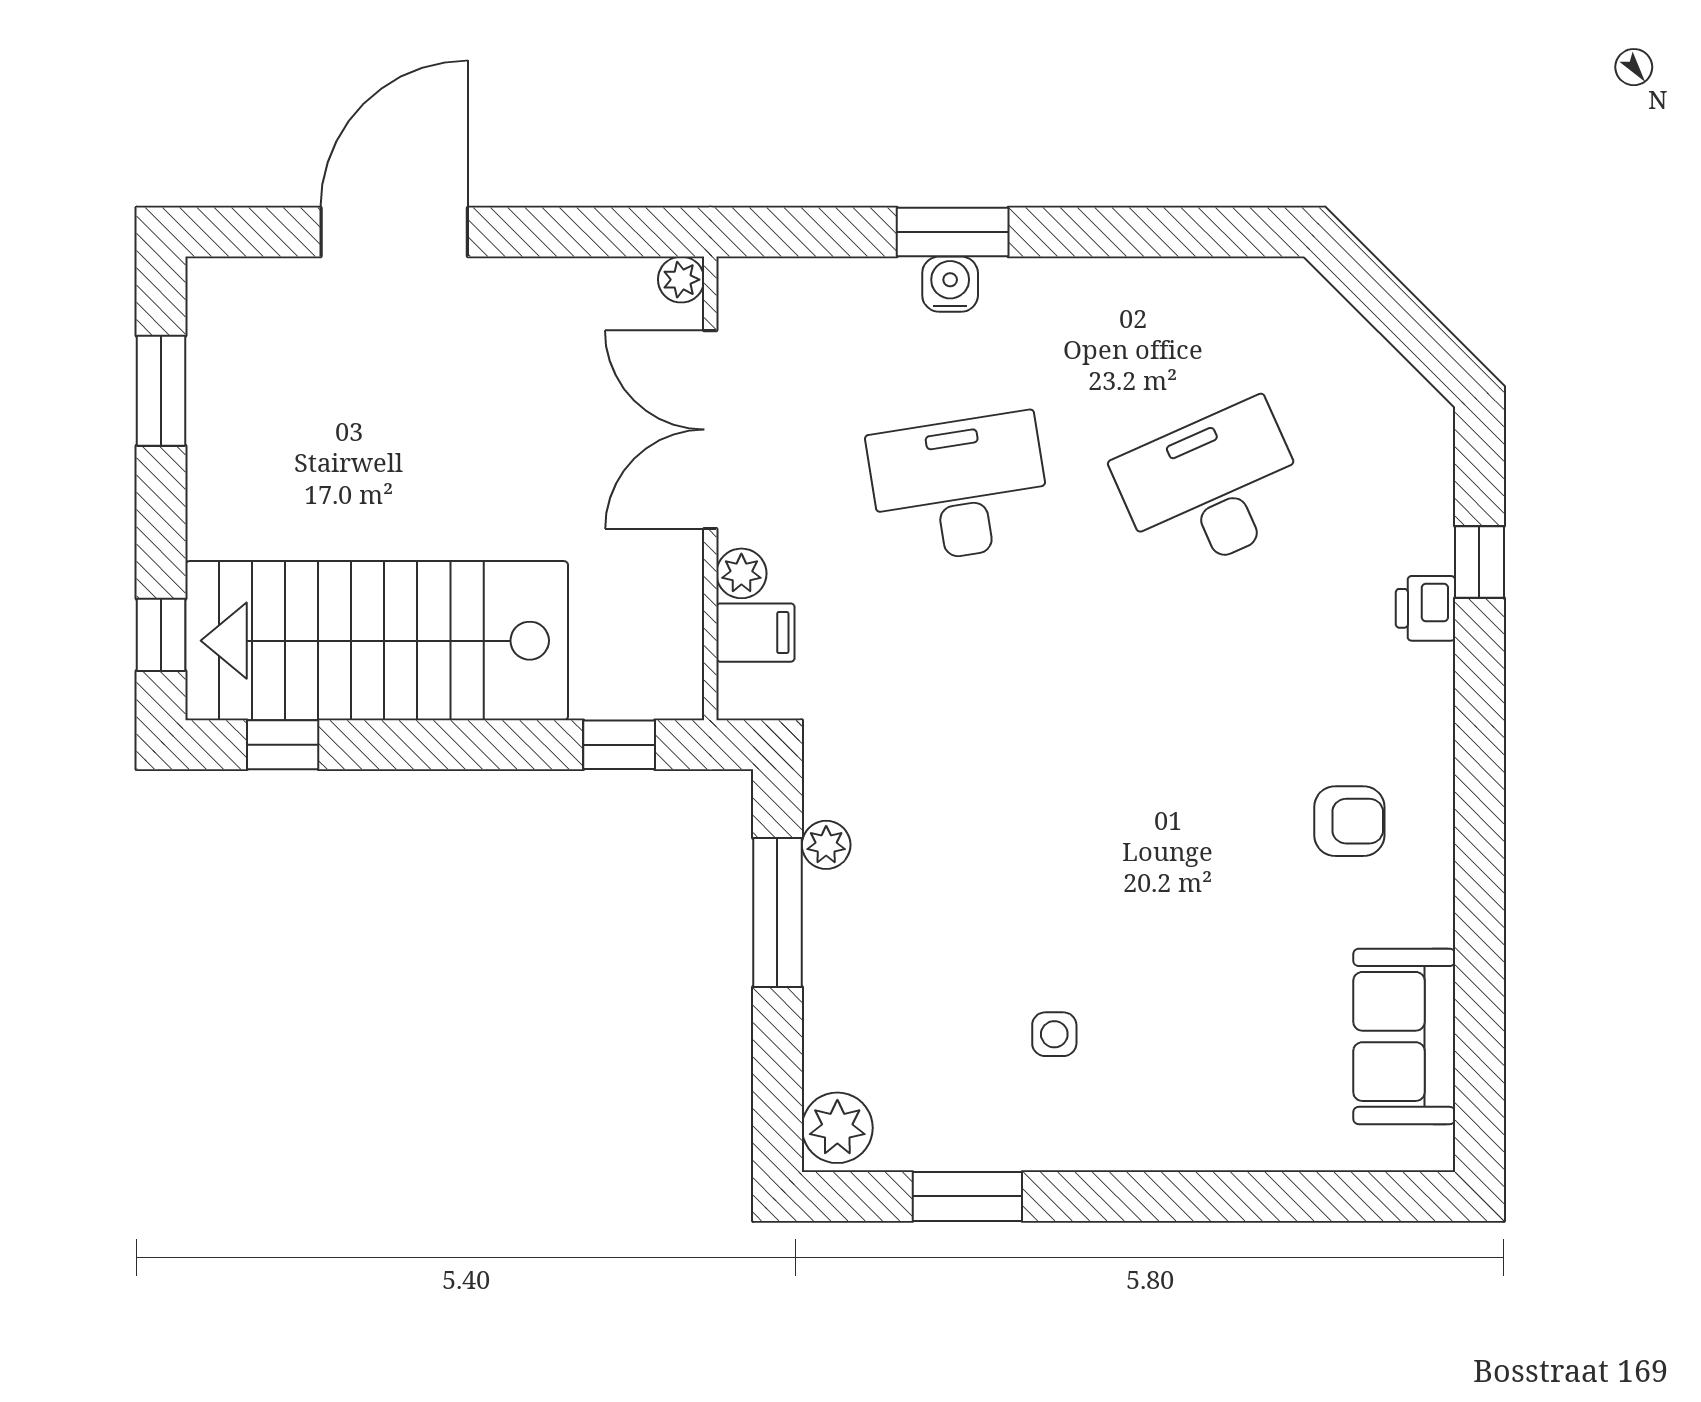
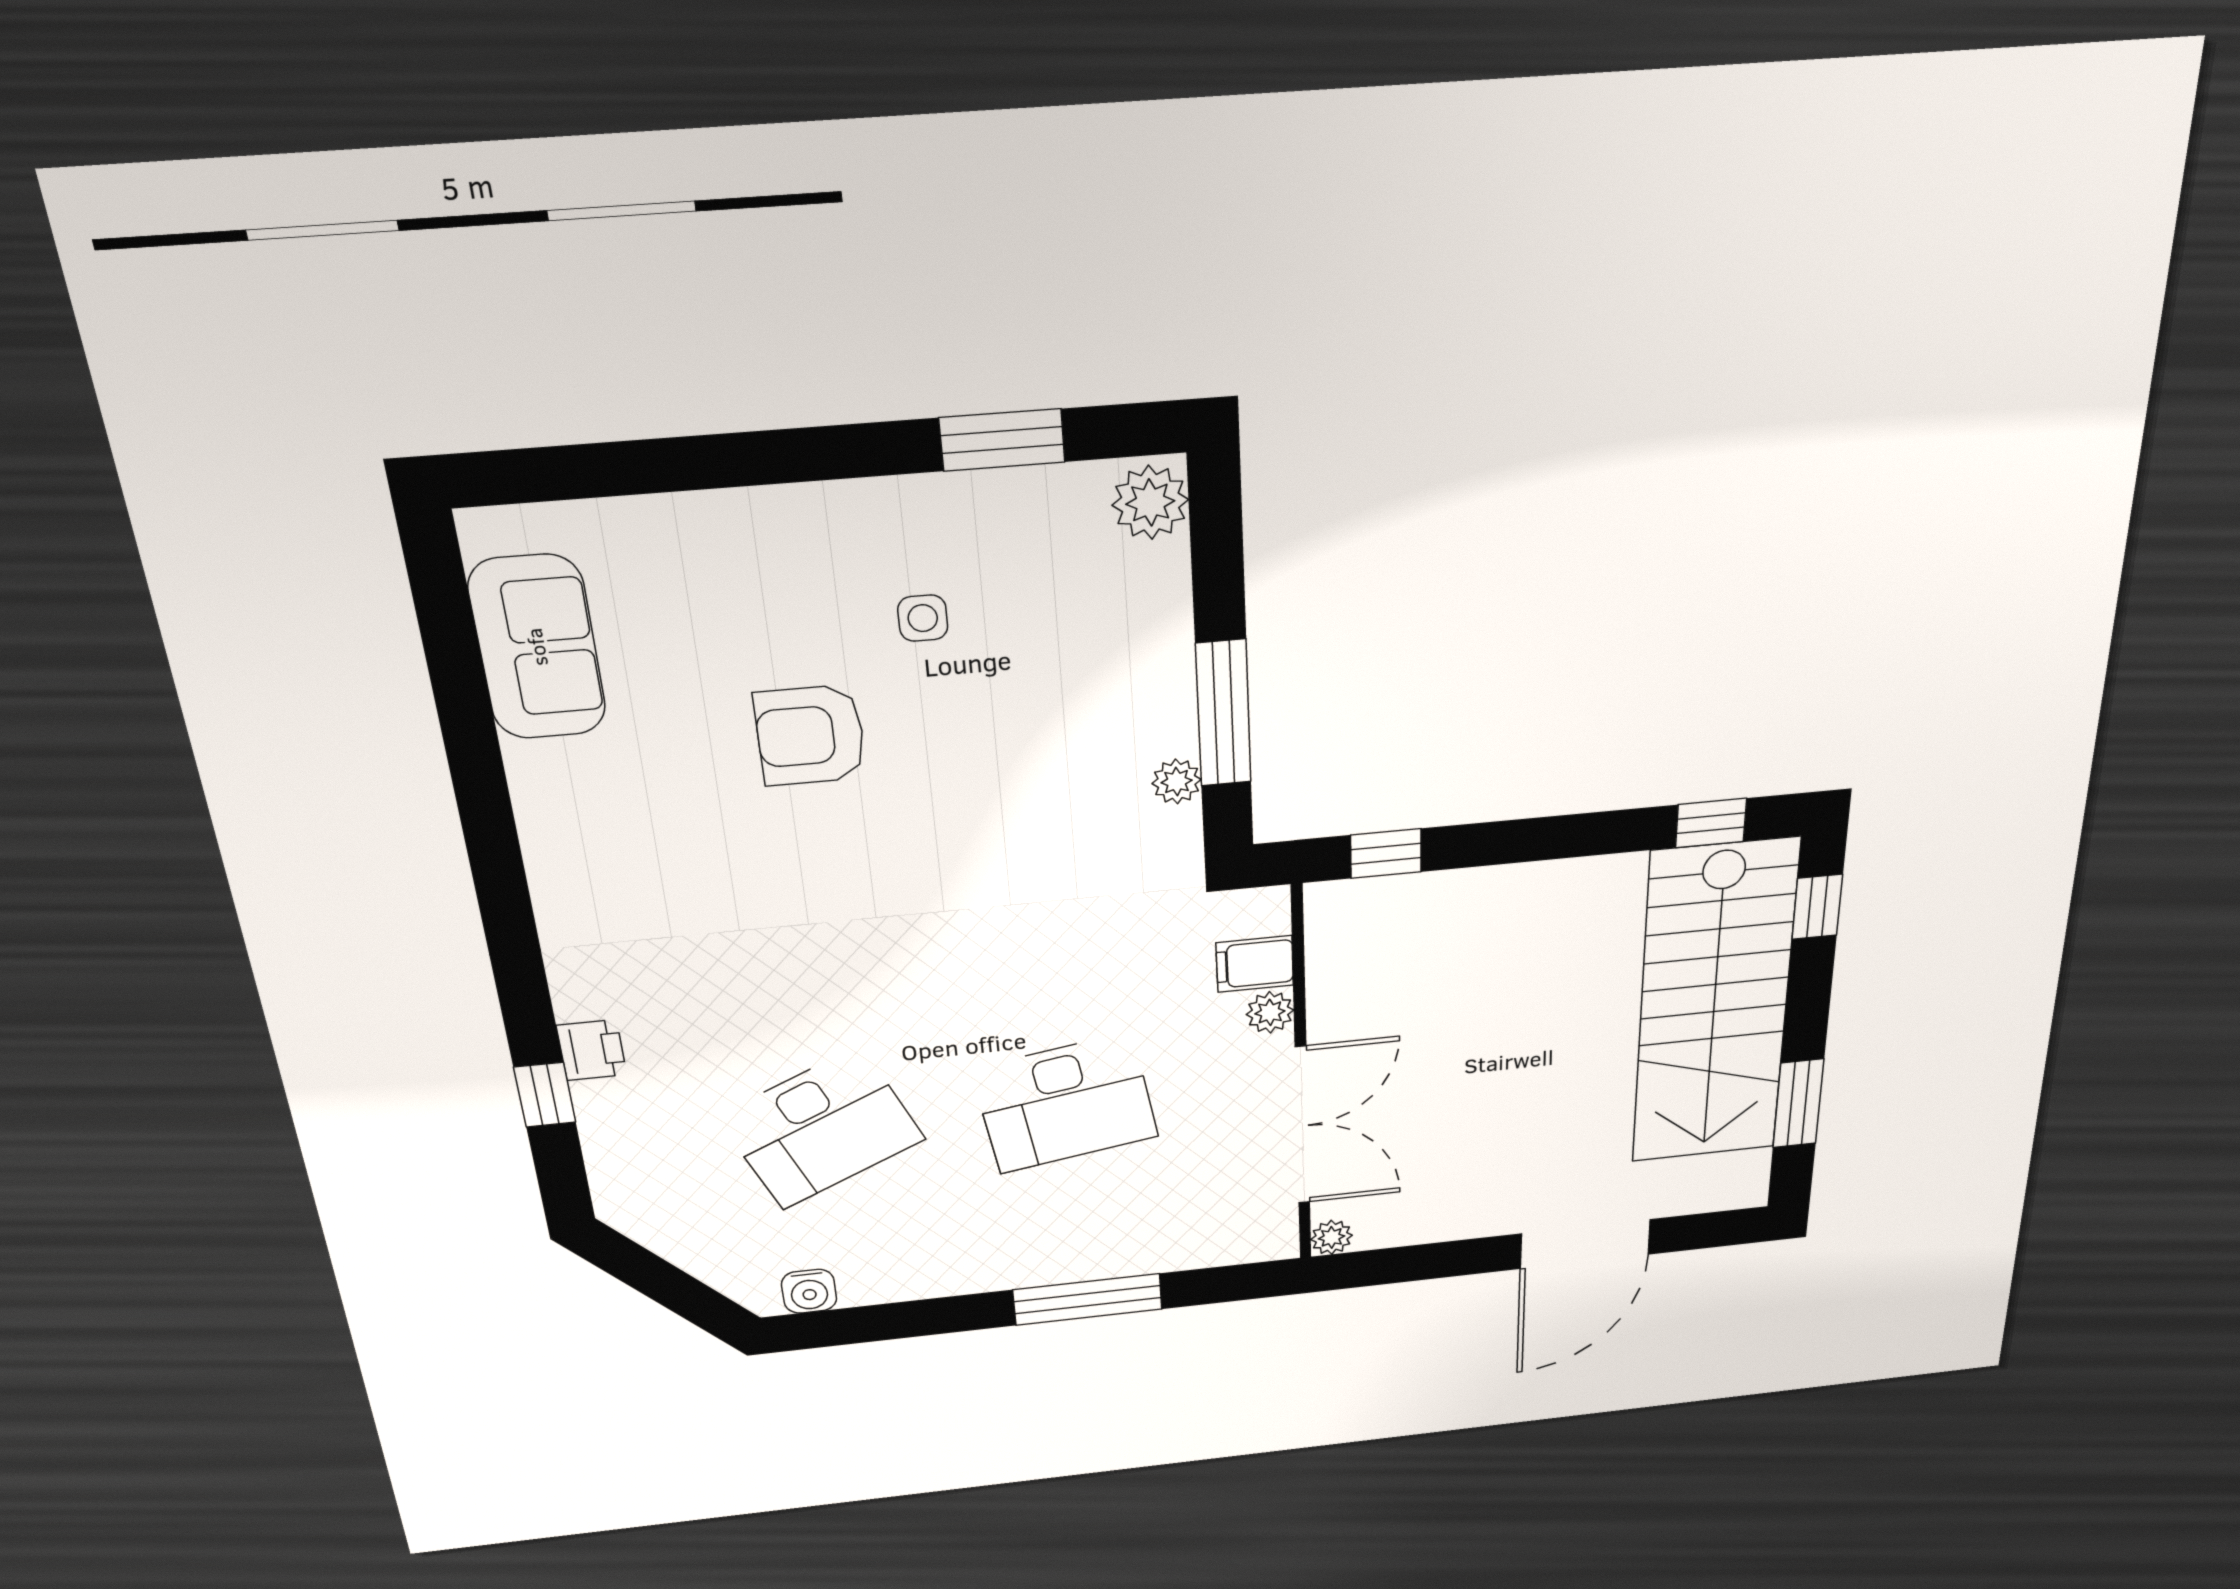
window: (953, 232) -> (1088, 1300), width x1.44
water cooler: (950, 284) -> (809, 1291), moved
stairs: (377, 641) -> (1714, 1004), moved, turned 90
armchair: (1349, 821) -> (810, 735), moved, width x1.38, depth x1.38

